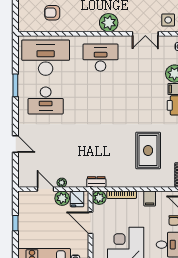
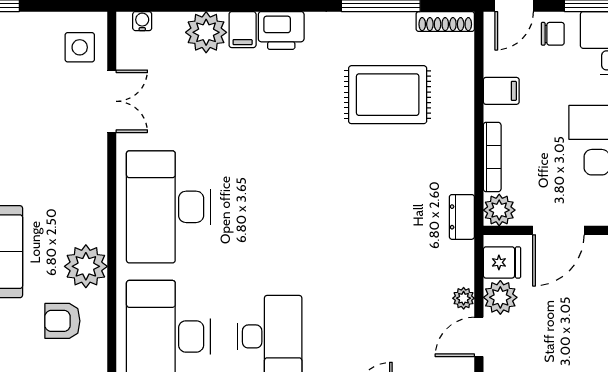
armchair: (52, 13) -> (62, 321), turned 90
plant: (109, 23) -> (86, 266), moved
desk: (101, 58) -> (168, 207), width x1.36, depth x1.30

